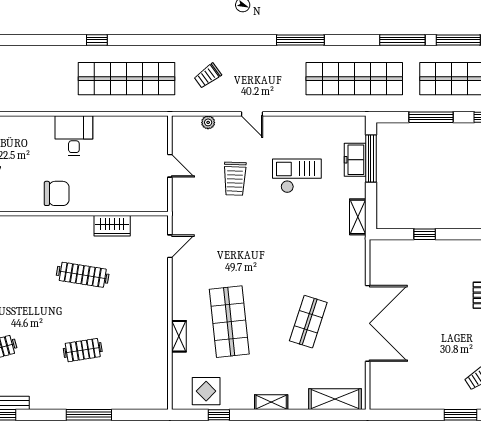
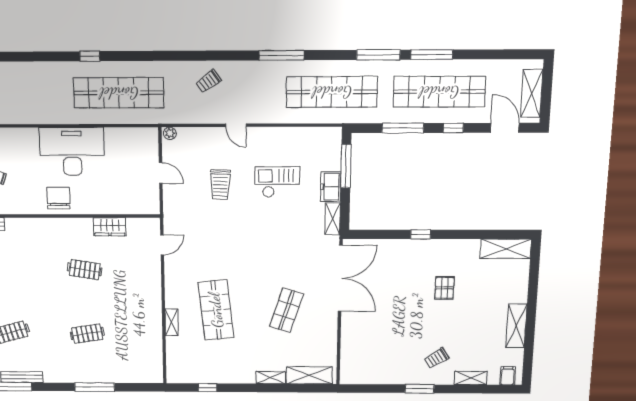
trolley: (208, 76) -> (208, 81), moved
plant: (208, 122) -> (170, 133), moved
desk: (74, 136) -> (72, 151), width x1.87, depth x1.30
freezer: (355, 160) -> (331, 187), moved
chair: (57, 193) -> (58, 198), turned -90
window: (425, 234) -> (421, 234), moved
clothes rail: (83, 275) -> (85, 270), width x0.73
double door: (368, 323) -> (340, 278), moved
display table: (206, 391) -> (196, 368), removed
shelving: (271, 402) -> (271, 378), moved

